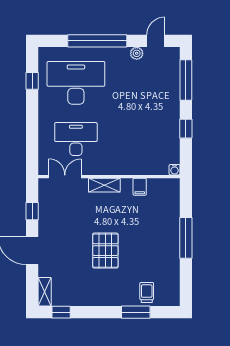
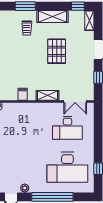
pallet: (105, 251) -> (57, 51), moved
trolley: (147, 293) -> (27, 28), moved
shelving: (97, 297) -> (52, 17), added

